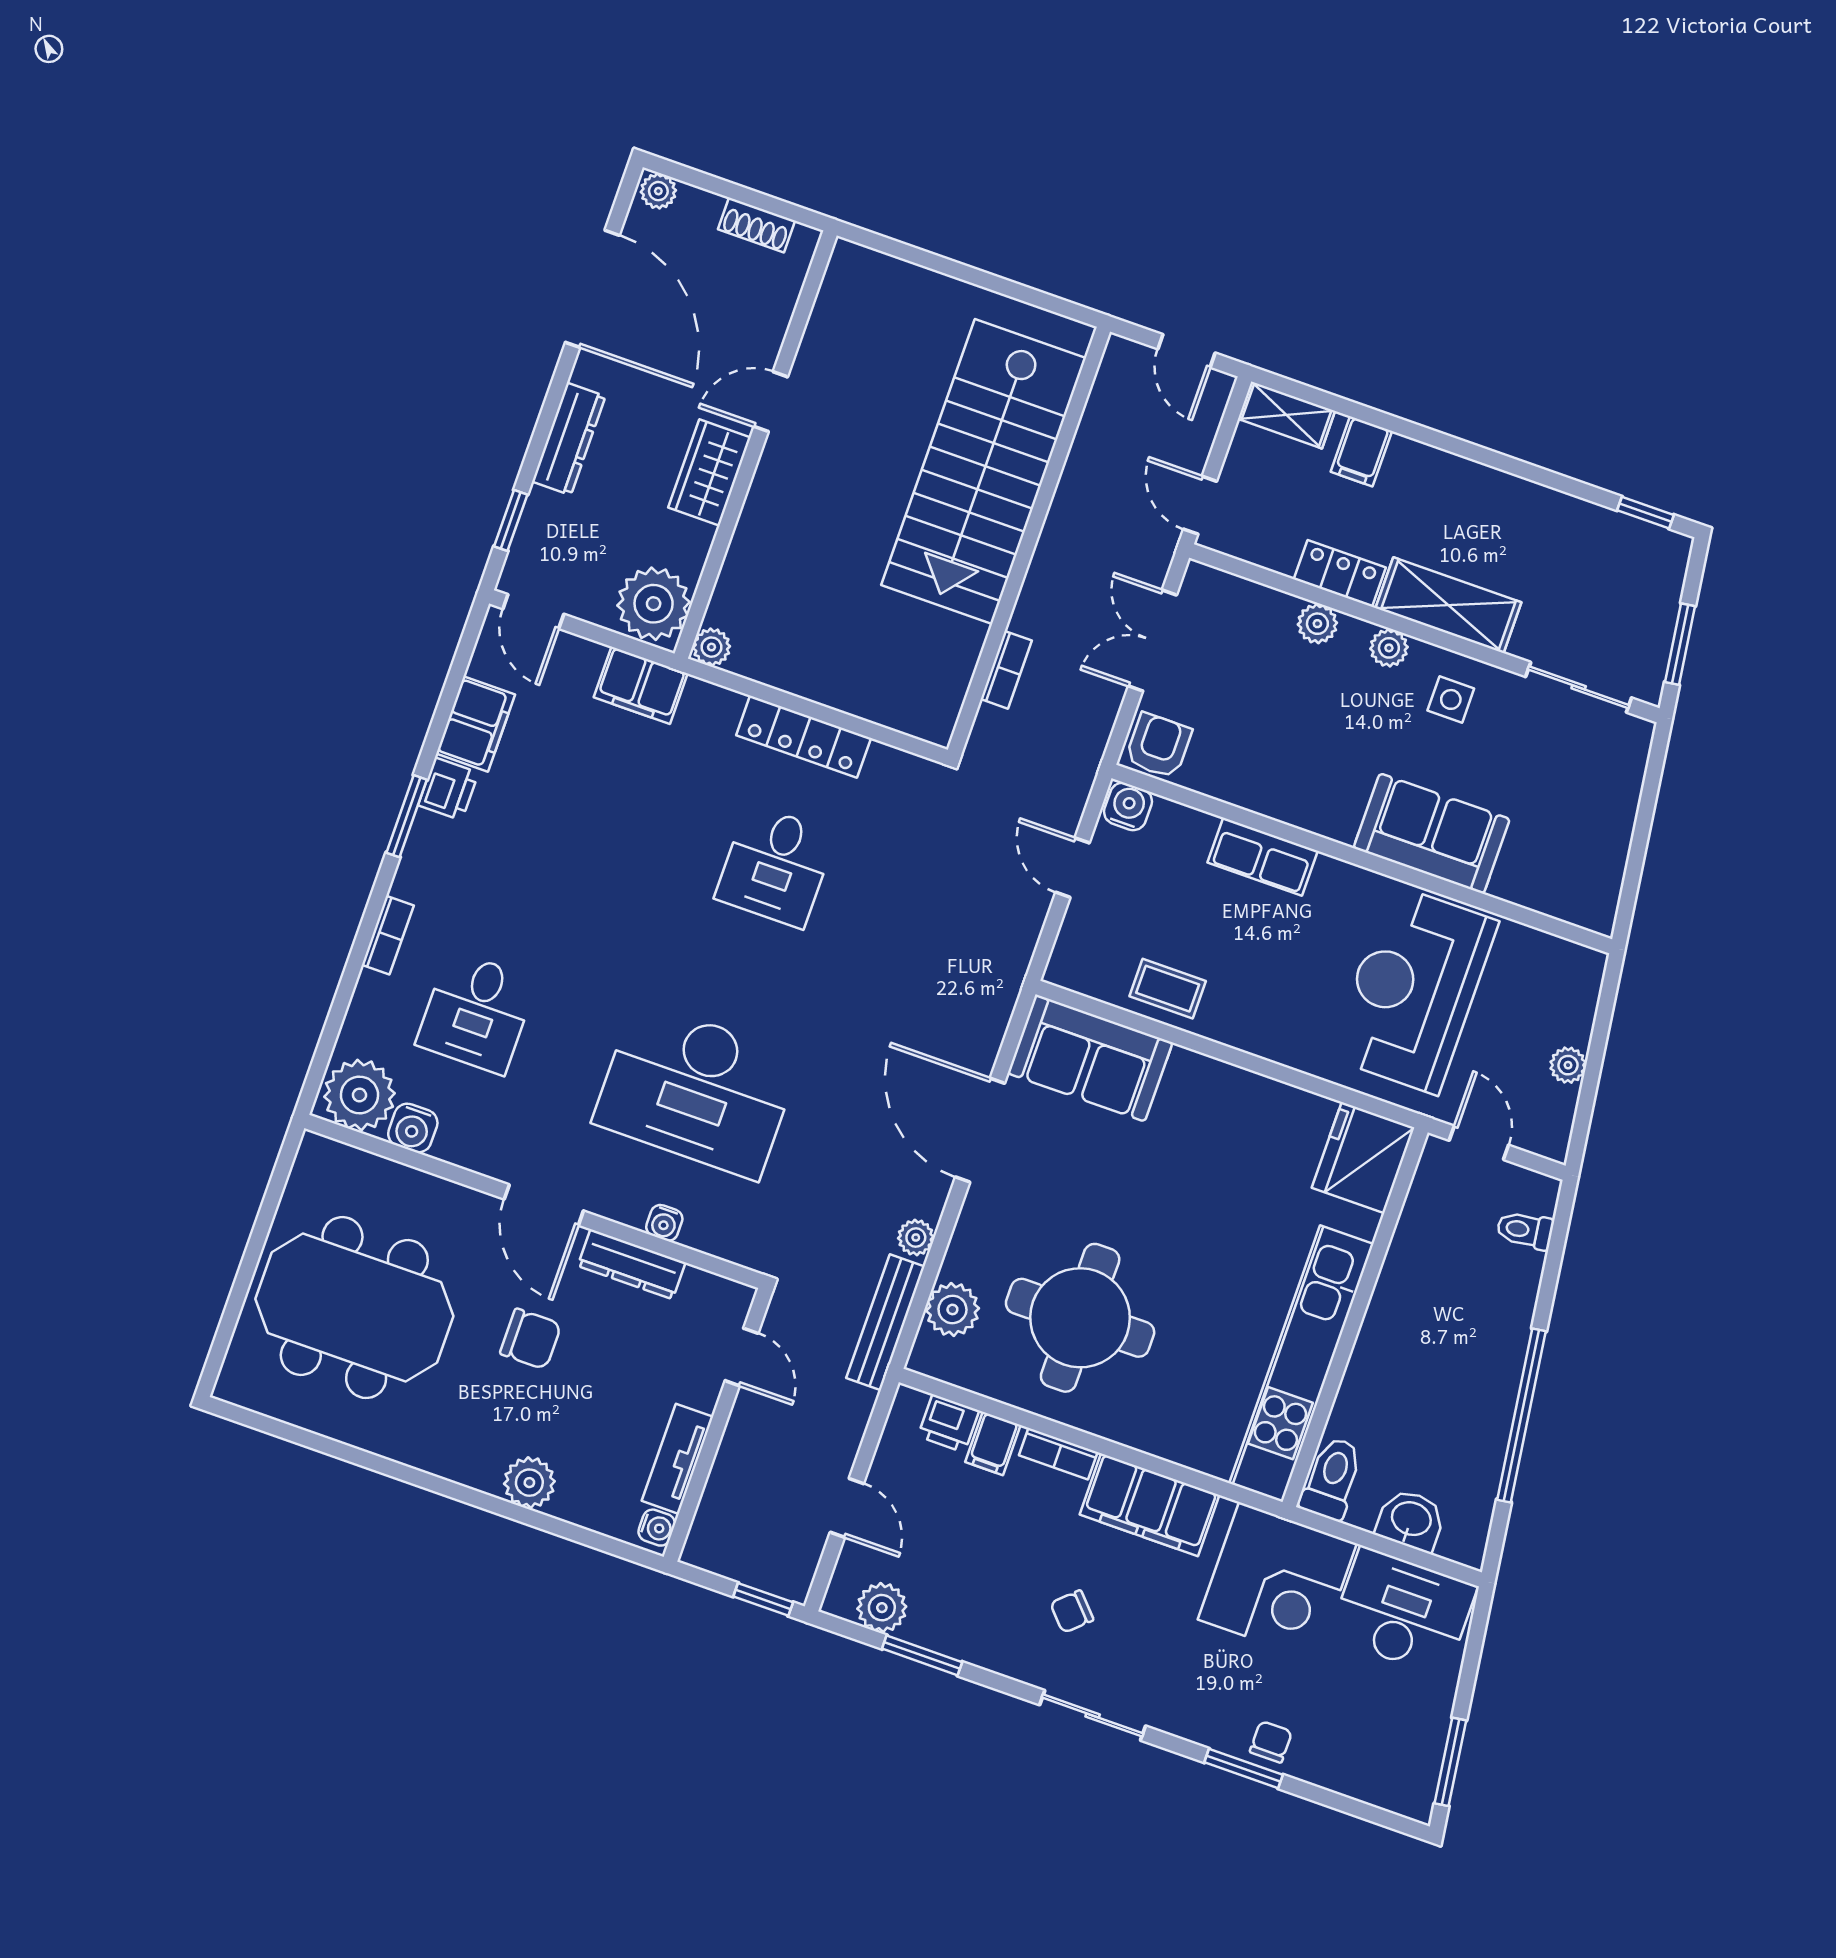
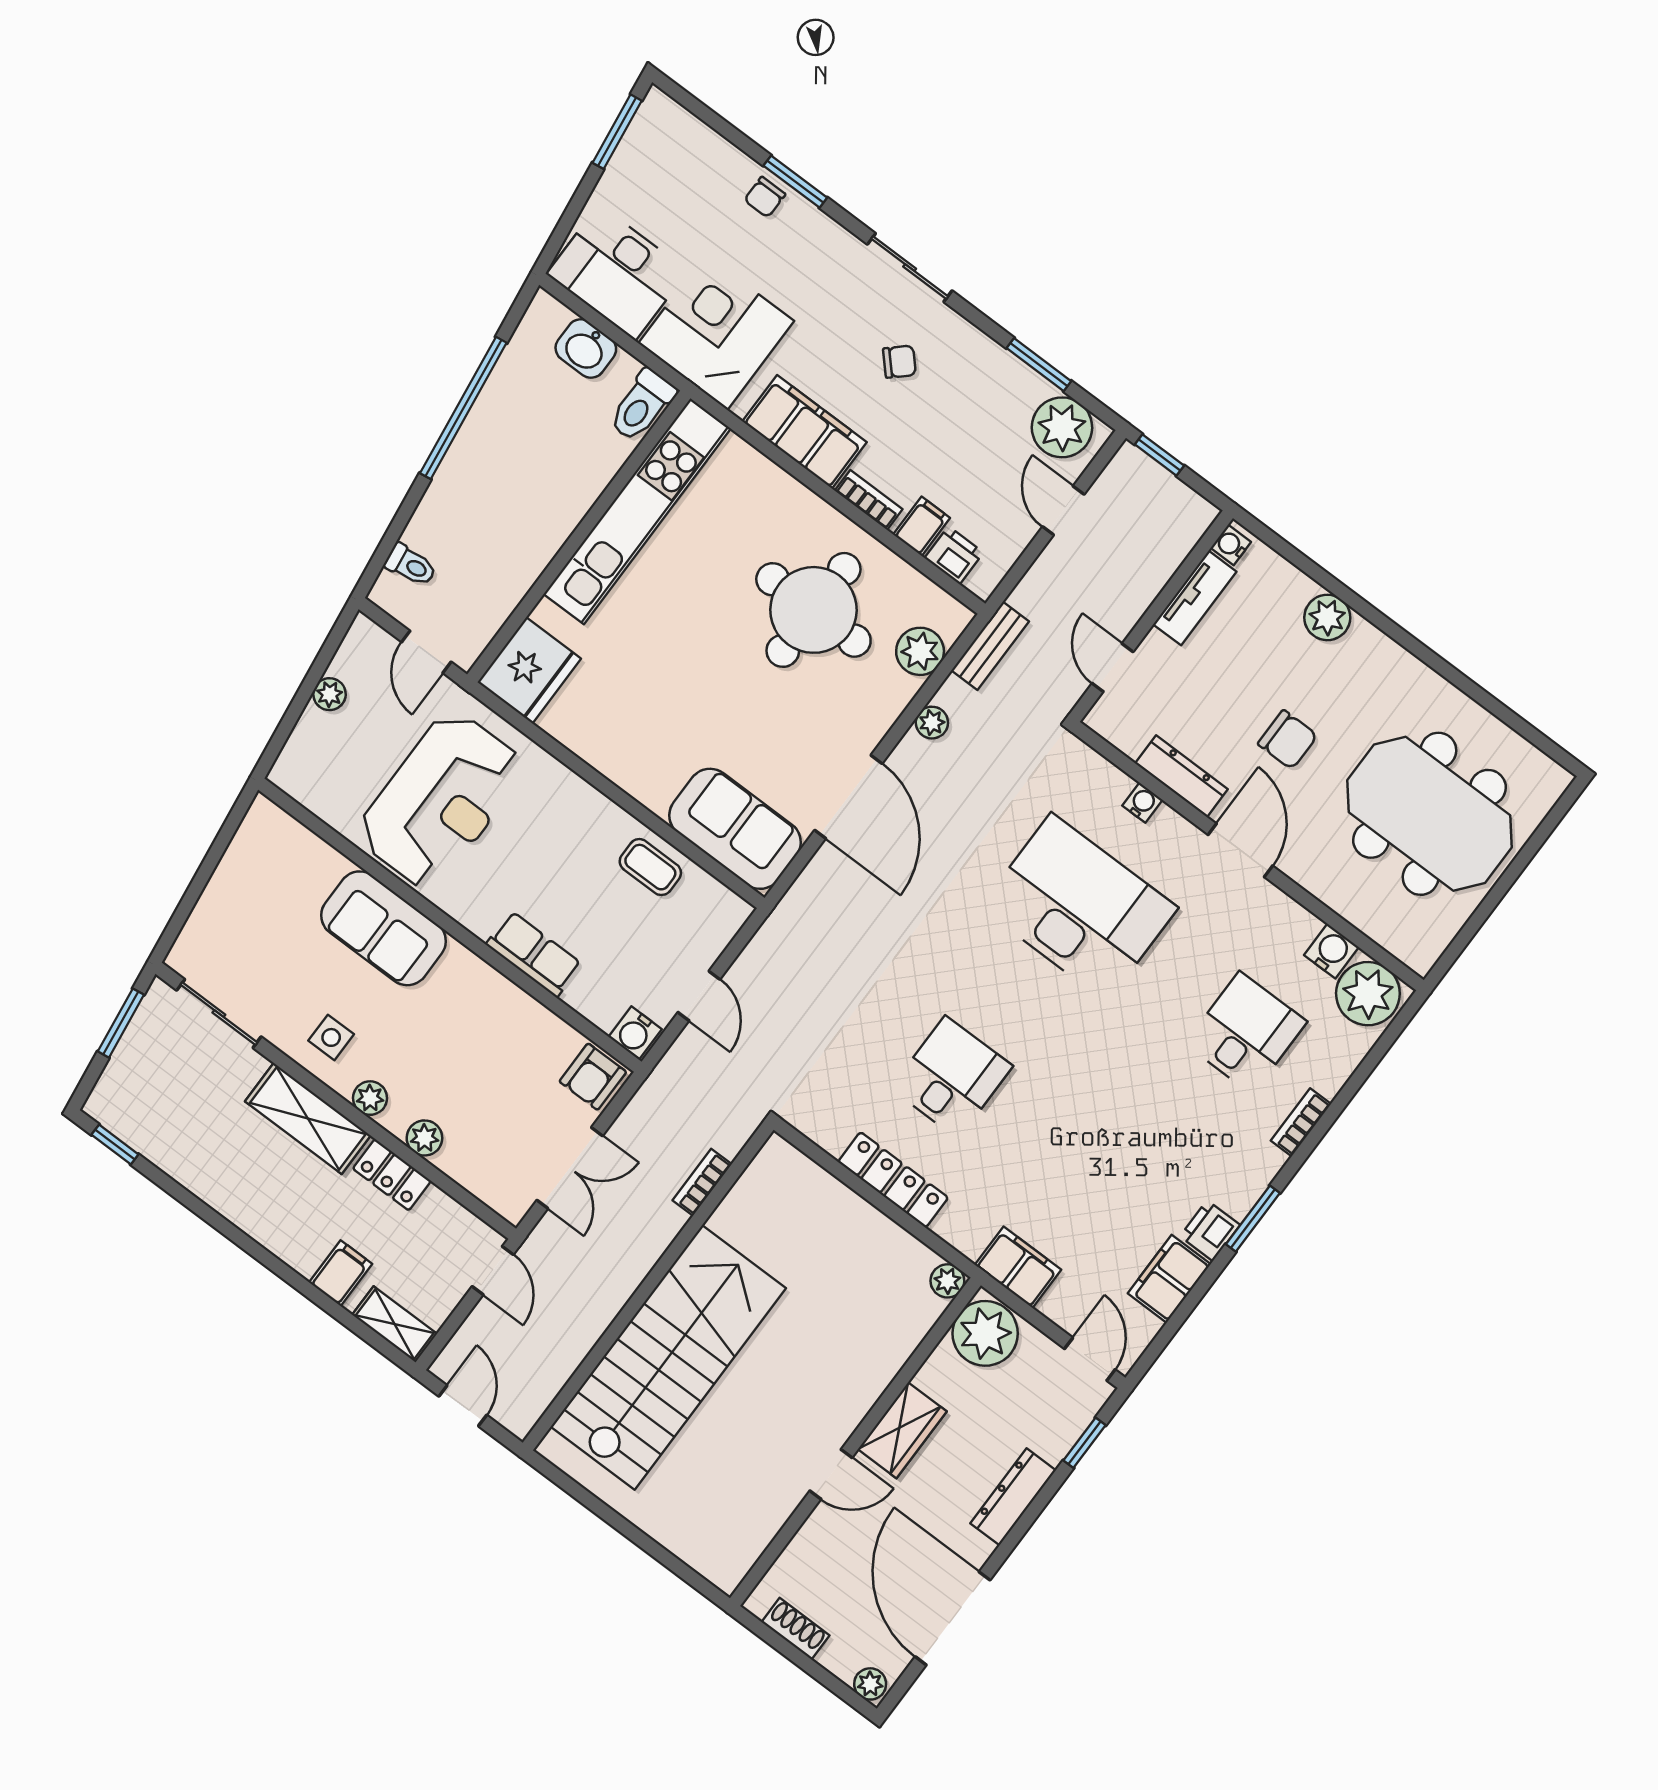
bench: (885, 1322) -> (990, 646), width x0.73
chair: (531, 1339) -> (1288, 740), turned 180
plant: (882, 1608) -> (1062, 427), width x1.36, depth x1.36

